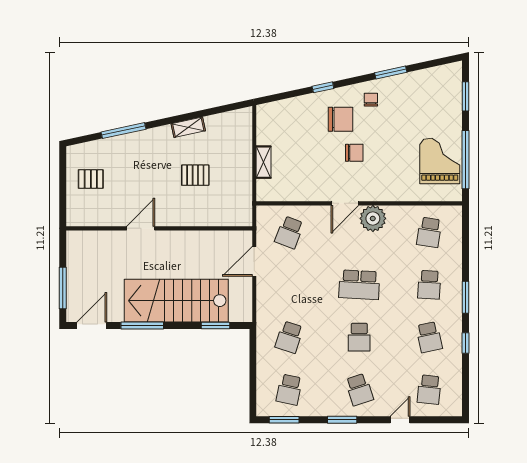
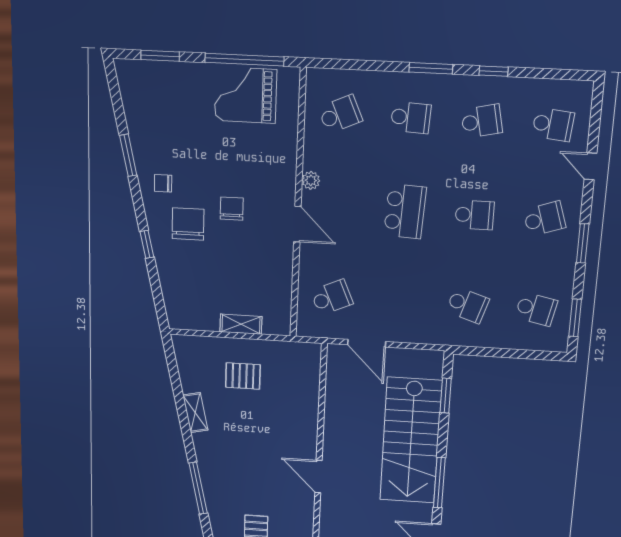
pallet: (195, 175) -> (243, 376), moved, turned 90
plant: (373, 218) -> (311, 180), width x0.53, depth x0.53
school desk: (289, 232) -> (332, 297), turned -45
school desk: (429, 232) -> (340, 114), turned -33

